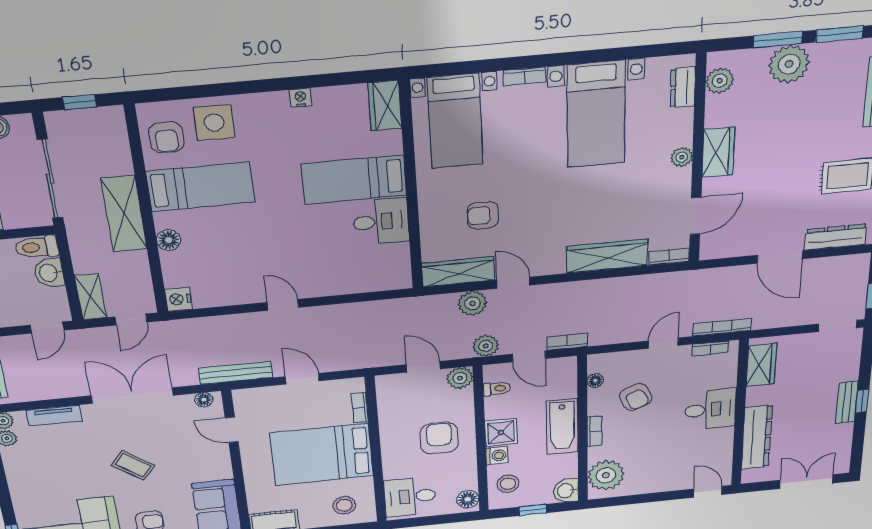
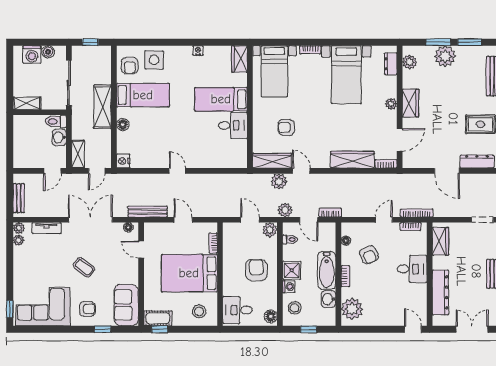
washbasin: (566, 491) -> (328, 299), moved

